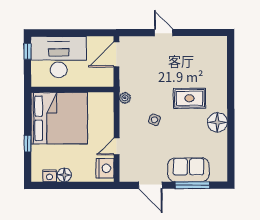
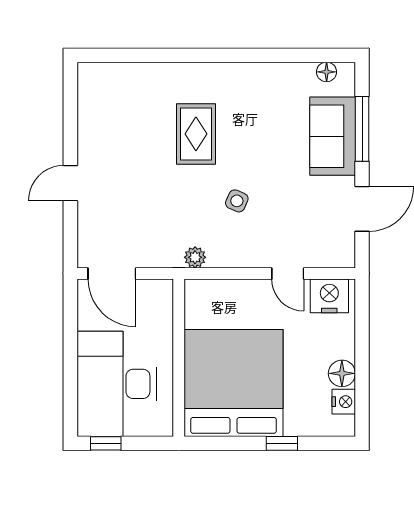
floor lamp: (217, 122) -> (327, 72), moved, width x0.53, depth x0.53

